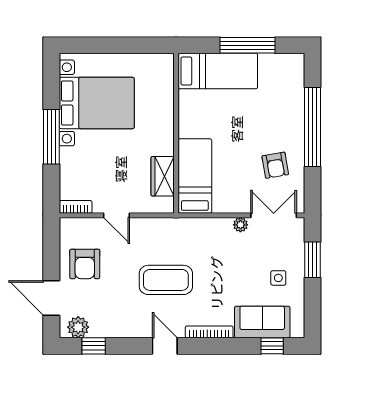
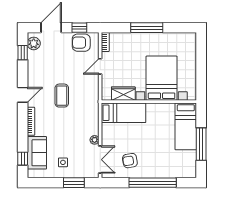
bed with nightstands: (97, 103) -> (162, 78), moved, turned 180
window: (51, 250) -> (79, 28), added
armchair: (85, 264) -> (81, 43), moved
coffee table: (166, 280) -> (62, 96), width x0.73, depth x0.76

